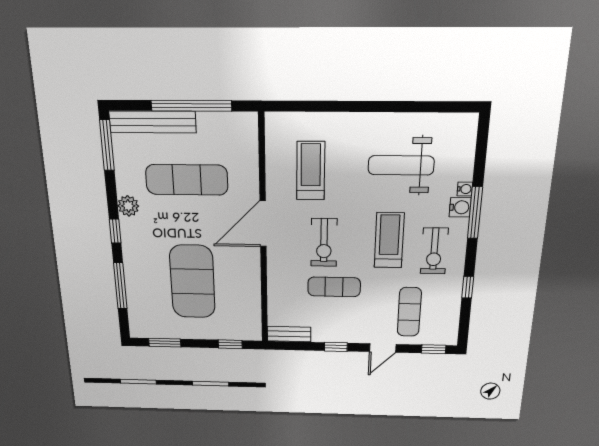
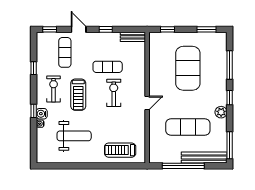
treadmill: (311, 171) -> (120, 150), moved, turned 90
window: (475, 213) -> (34, 111), width x0.46
door: (263, 224) -> (147, 103), width x0.53
door: (383, 348) -> (79, 29), hinge flipped

